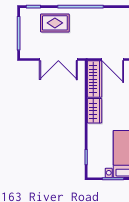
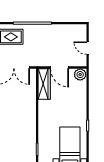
wardrobe: (95, 111) -> (44, 111), removed

